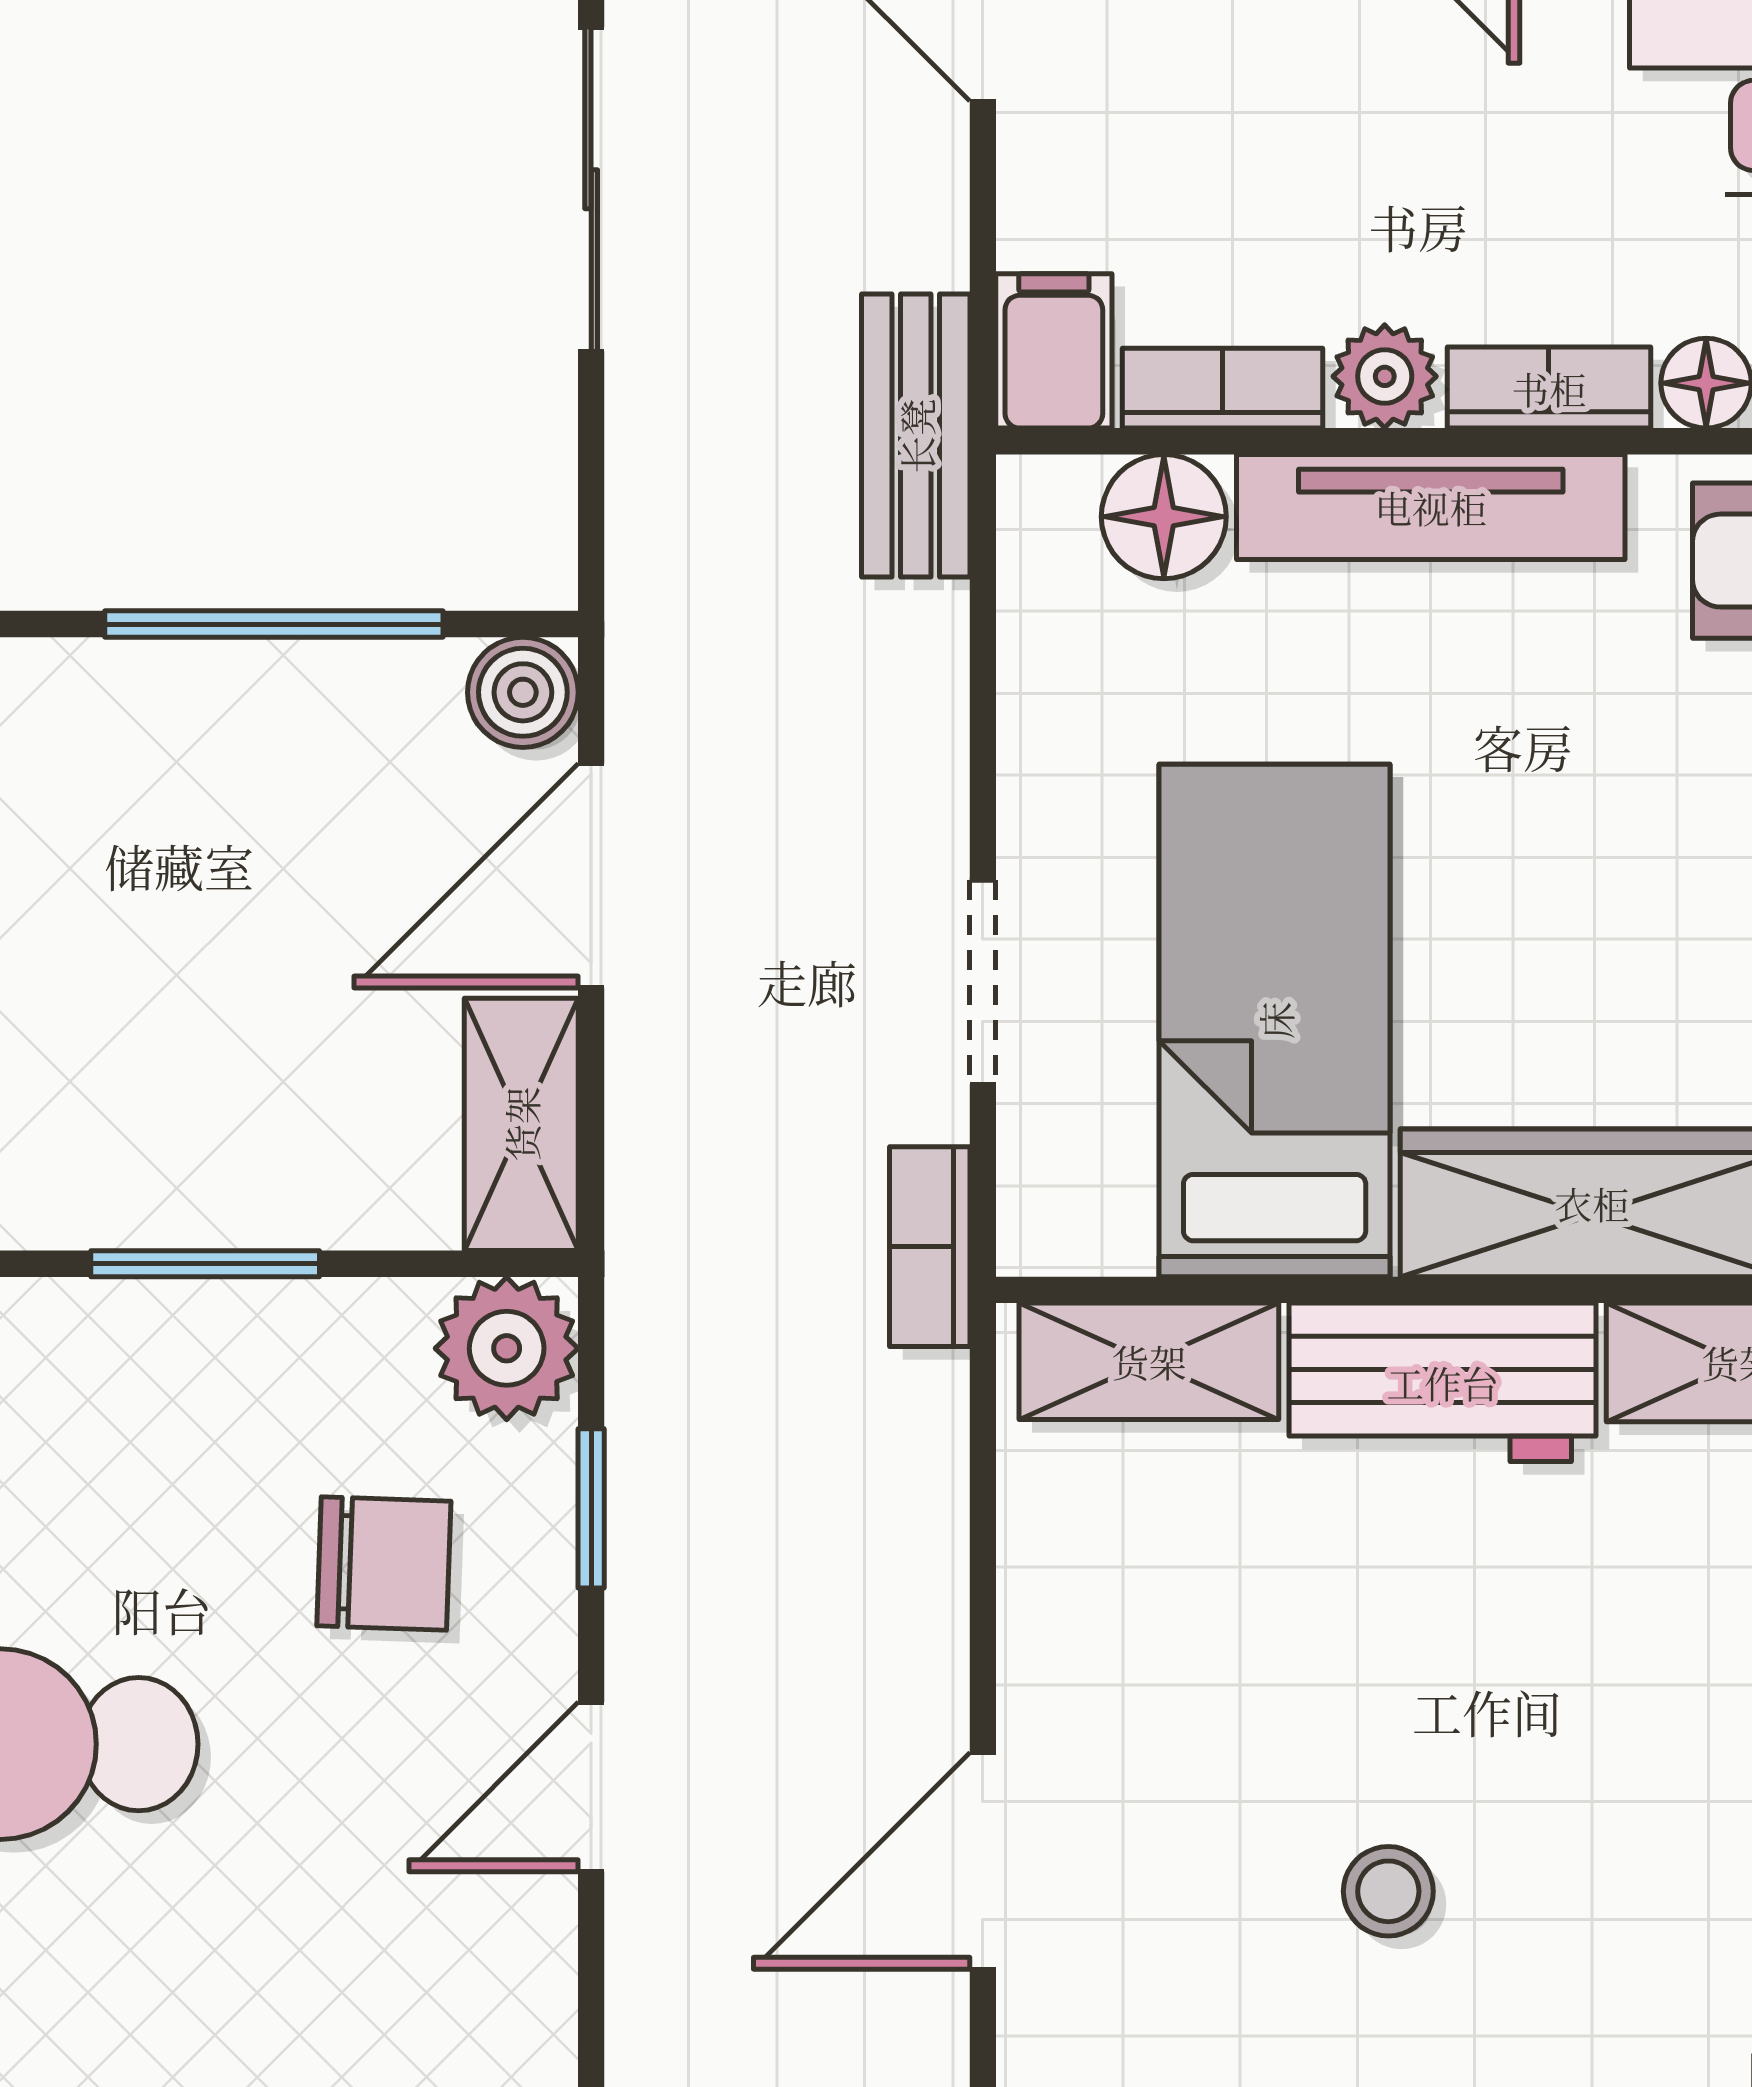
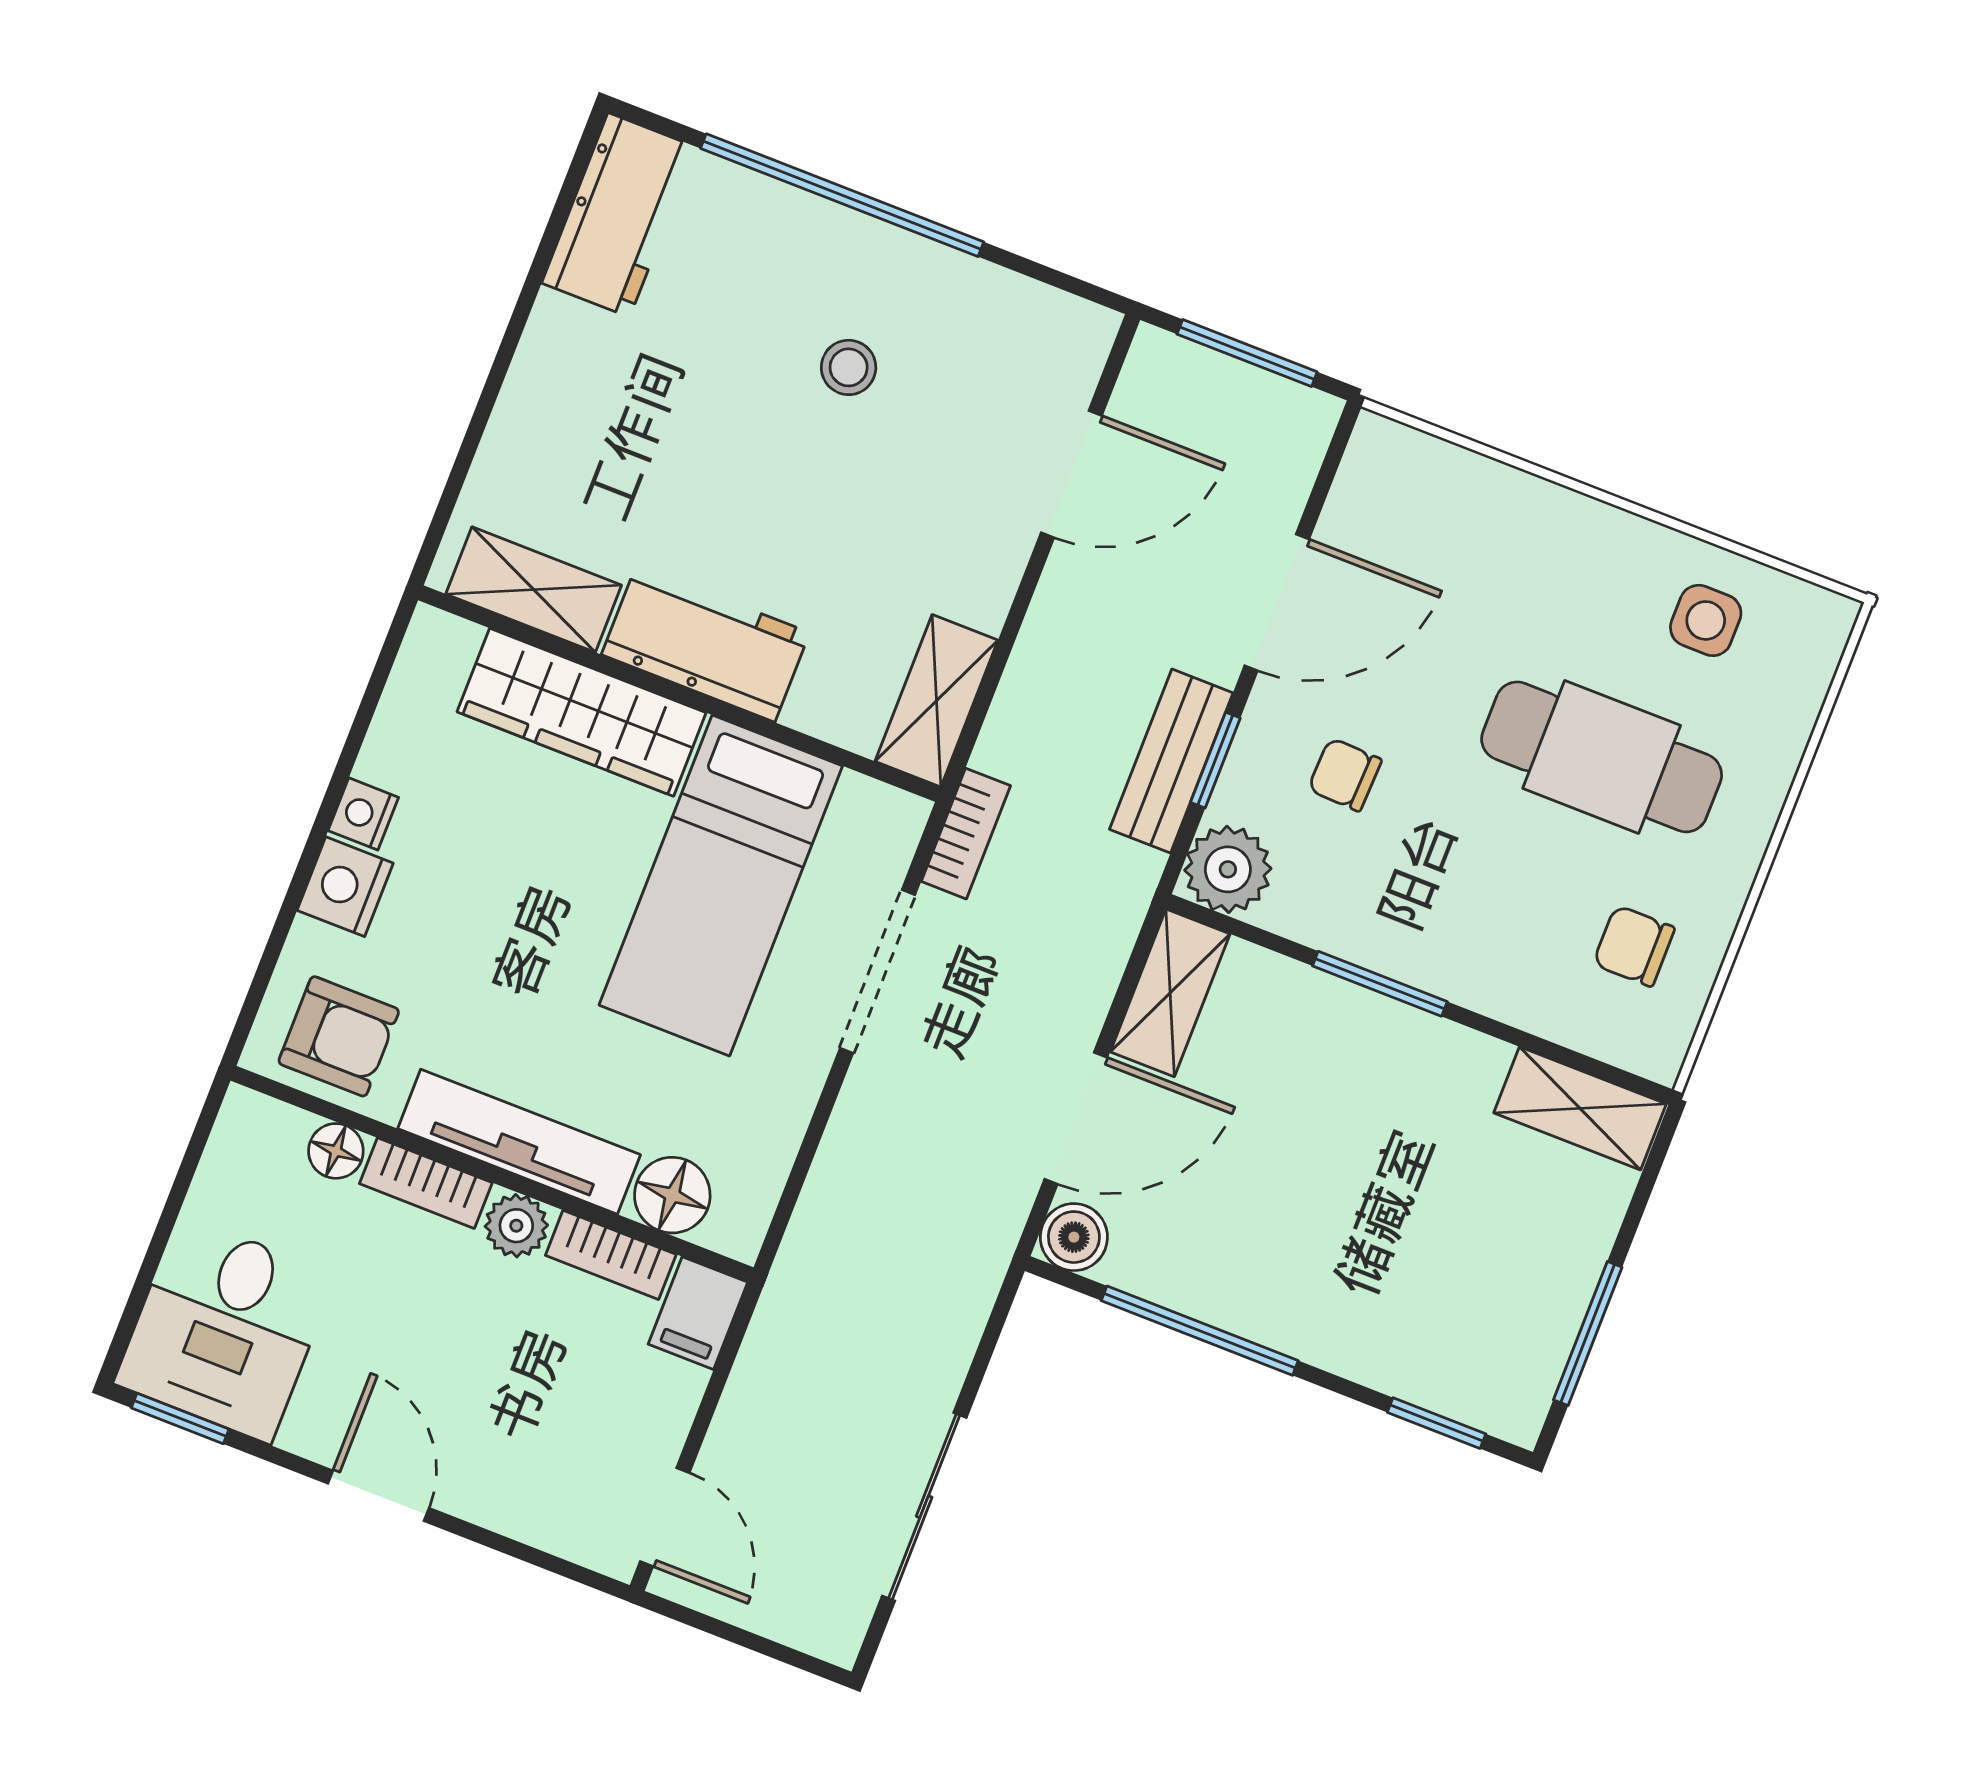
bench: (916, 436) -> (1171, 761), moved
doorway: (983, 982) -> (878, 971), width x1.38
shelving: (1149, 1361) -> (936, 701), moved, turned 90
chair: (384, 1564) -> (1345, 775), width x0.73, depth x0.73
door: (591, 1787) -> (1277, 602), width x1.38

